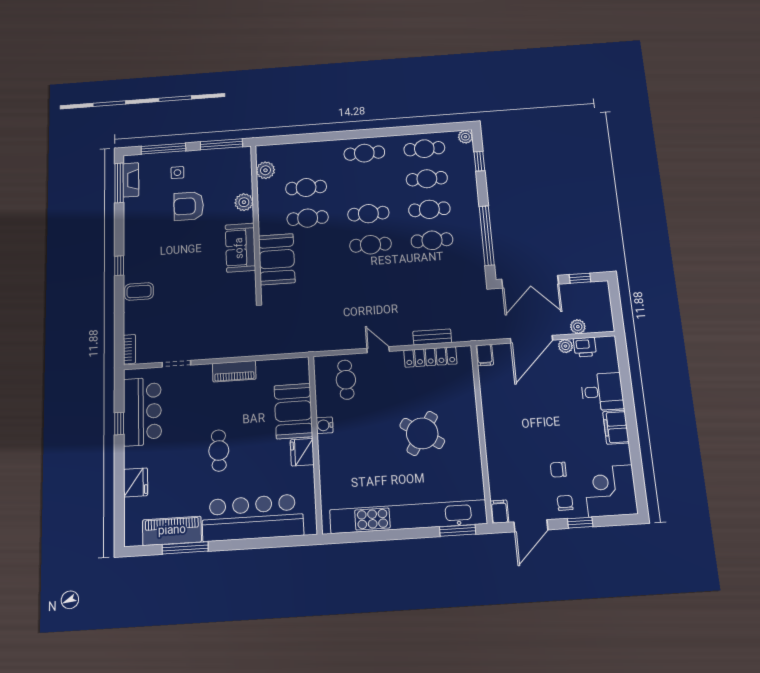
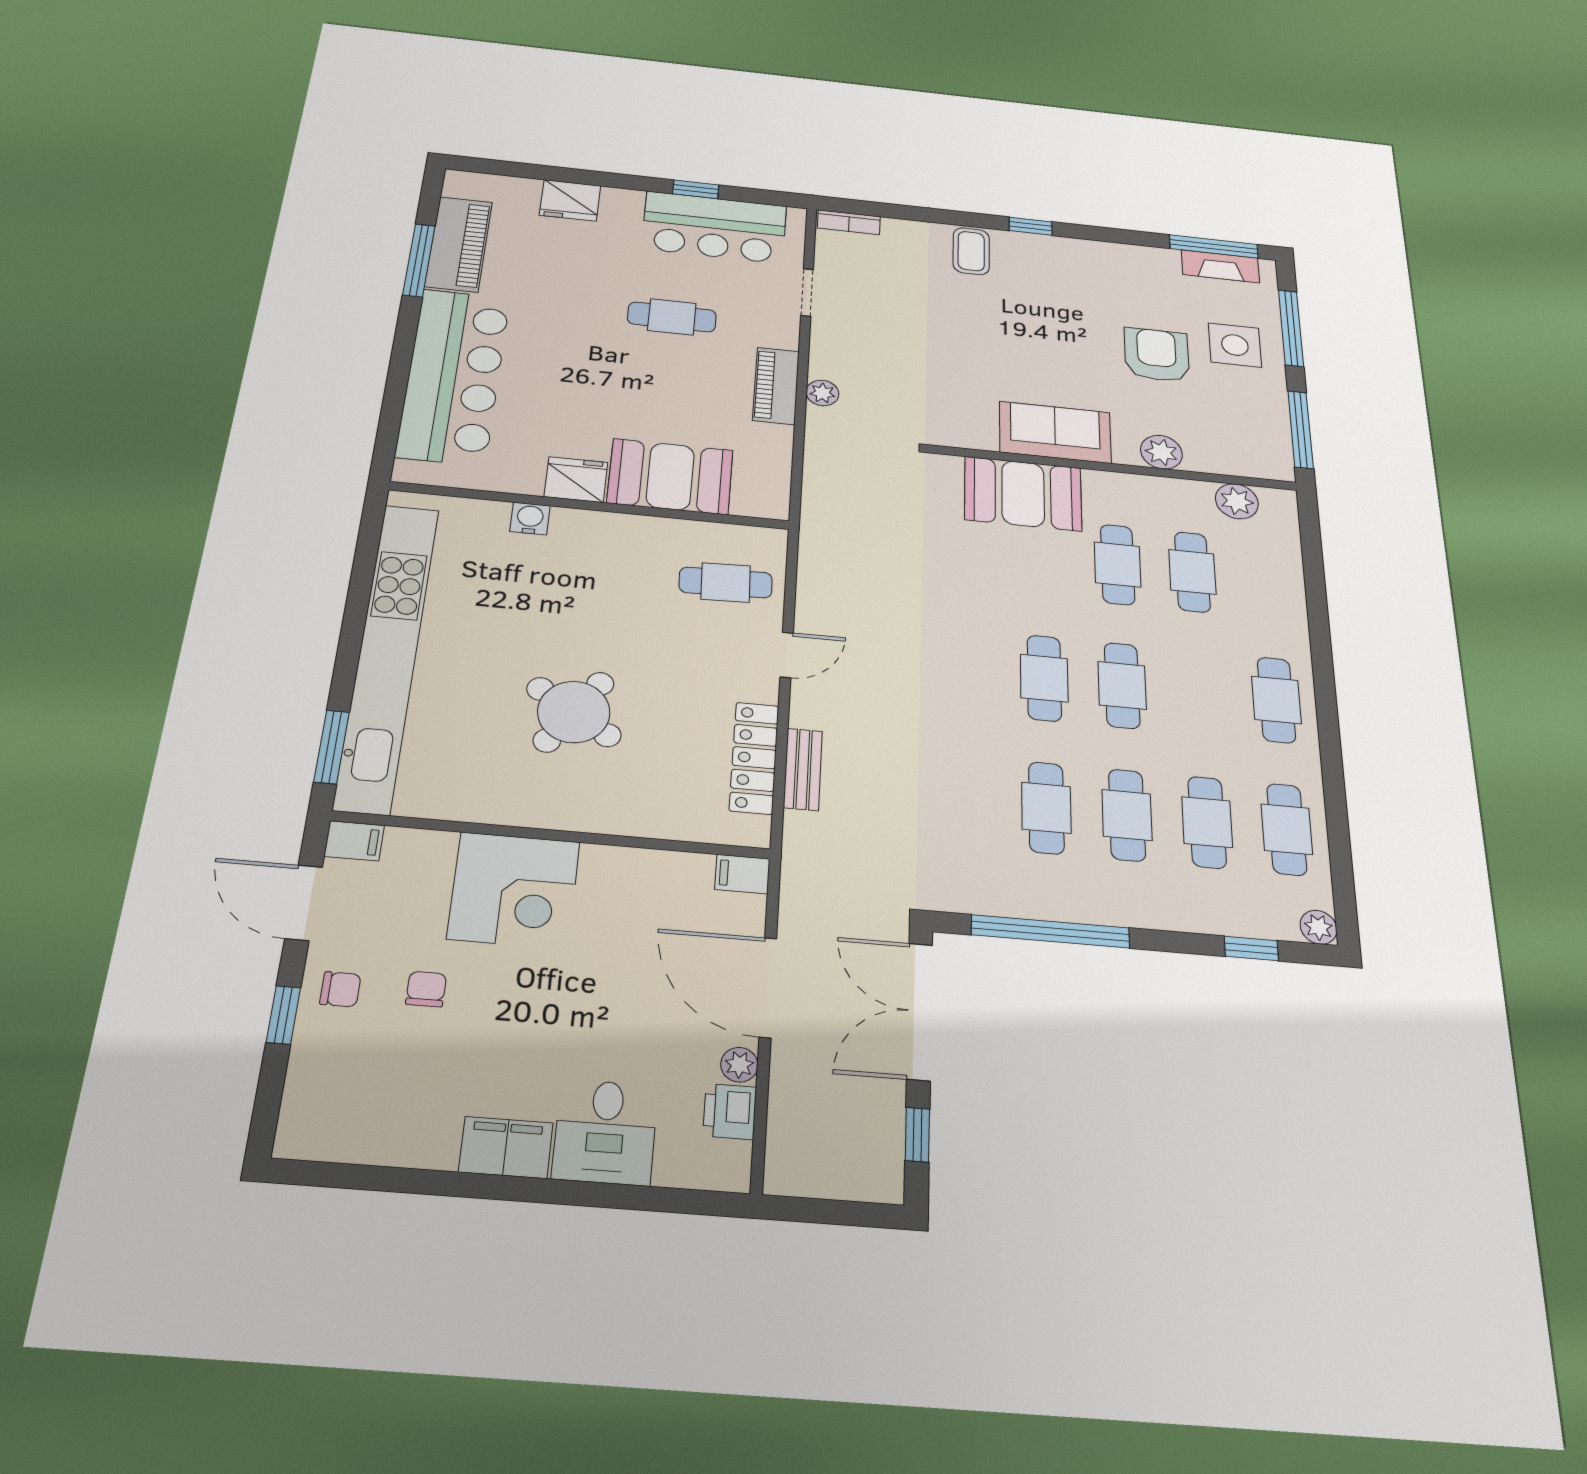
side table: (177, 173) -> (1235, 345), width x1.87, depth x1.87
plant: (578, 327) -> (822, 393), moved
water cooler: (325, 425) -> (530, 519), moved
cafe table: (219, 450) -> (672, 317), moved
corner desk: (610, 491) -> (514, 890), moved, turned 90

